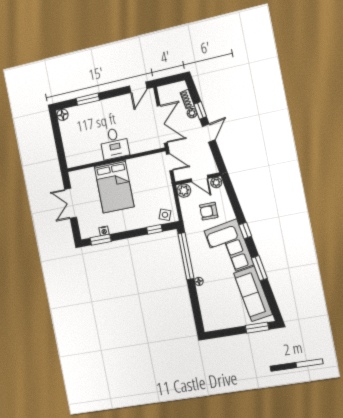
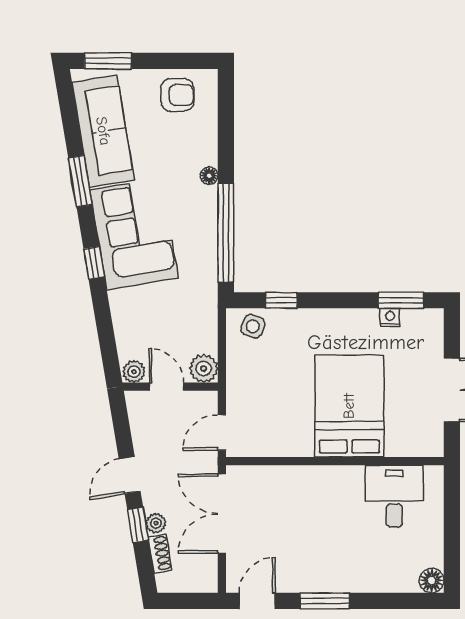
window: (88, 99) -> (325, 601), moved
desk: (114, 143) -> (394, 496), moved
door: (170, 162) -> (222, 433), hinge flipped
armchair: (209, 211) -> (177, 95), moved

